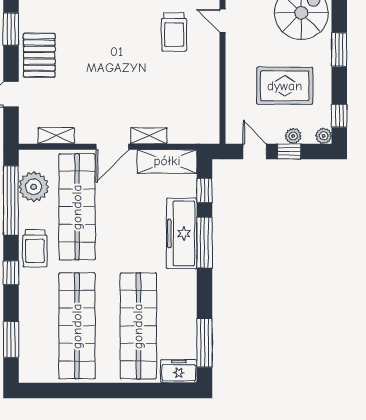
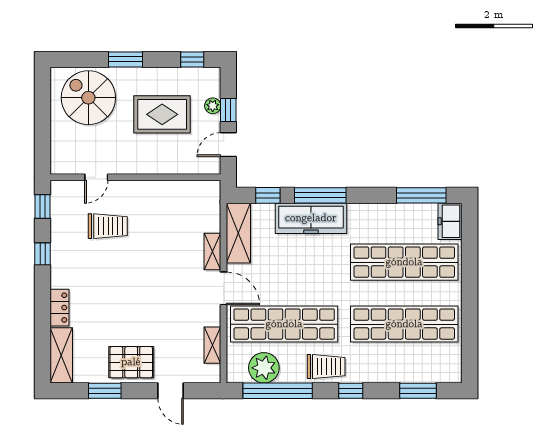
rug: (285, 86) -> (162, 114), turned 90
plant: (324, 136) -> (213, 75), removed

